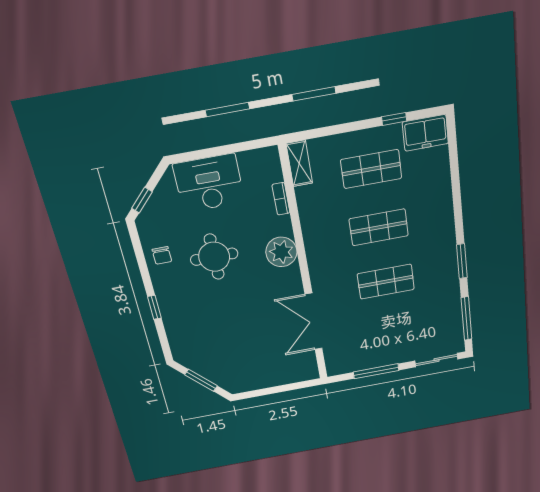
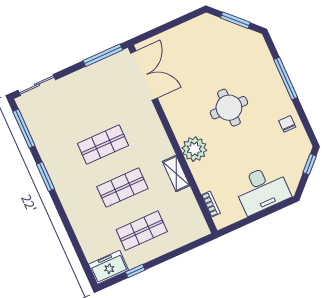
shelving: (299, 163) -> (176, 174), moved
bookcase: (281, 199) -> (211, 204), moved
round table: (214, 257) -> (229, 108), moved
window: (154, 307) -> (286, 78), width x2.17
double door: (314, 322) -> (144, 76), moved
window: (376, 371) -> (103, 55), moved

